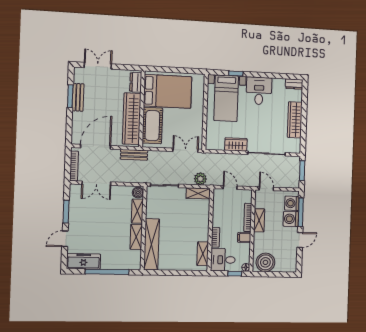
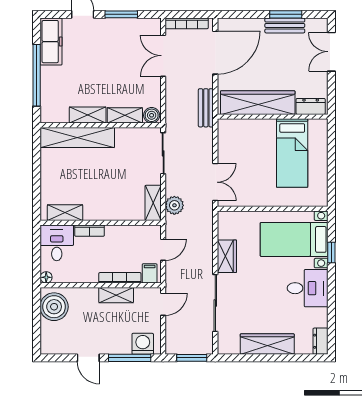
double door: (98, 66) -> (331, 52), swing flipped
bed: (168, 91) -> (292, 153), width x0.67
cot: (152, 126) -> (249, 133), removed
door: (96, 147) -> (215, 53), hinge flipped
washing machine: (291, 219) -> (119, 343), removed
filing cabinet: (244, 237) -> (150, 273), moved
window: (235, 274) -> (37, 261), removed

